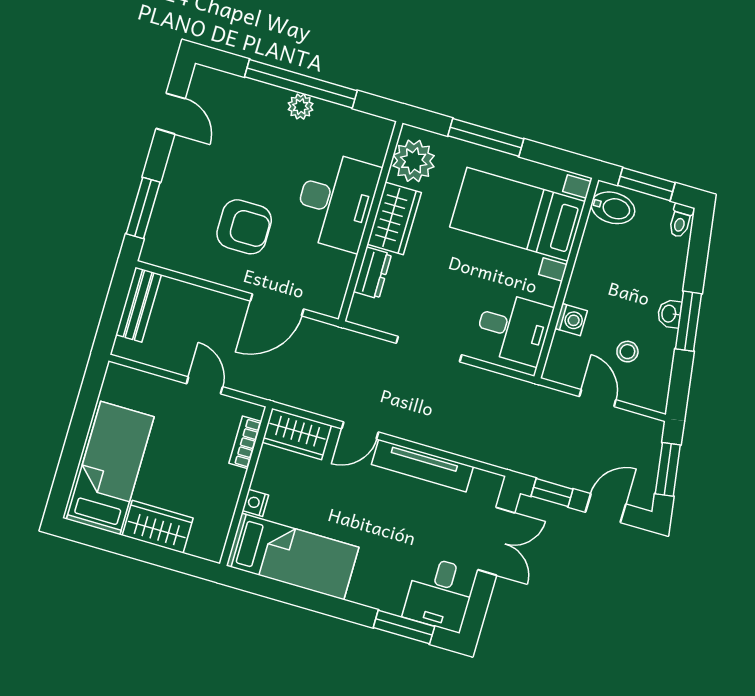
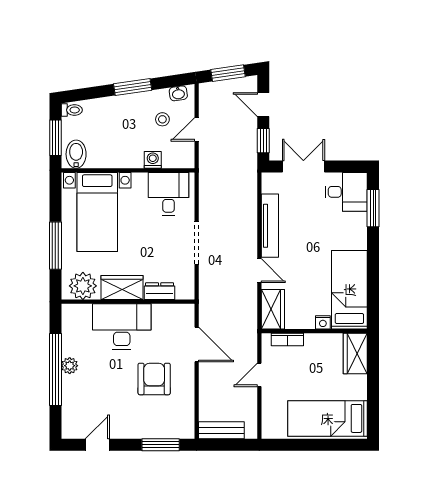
washbasin: (669, 314) -> (178, 93), moved
wardrobe: (158, 527) -> (355, 354), moved

